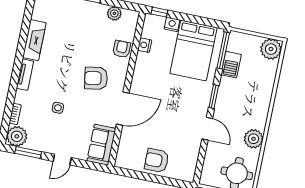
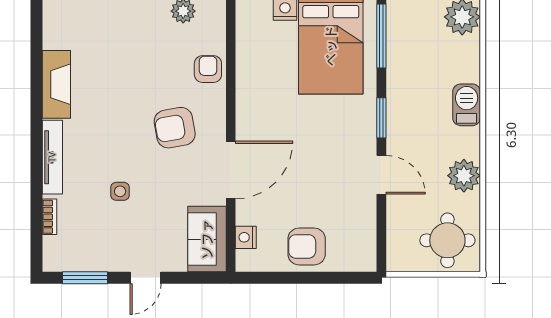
nightstand: (145, 45) -> (246, 237), moved
barbecue: (231, 65) -> (467, 105), moved, turned 180
tv unit: (25, 75) -> (52, 157), width x1.41
plant: (17, 136) -> (60, 254), removed

